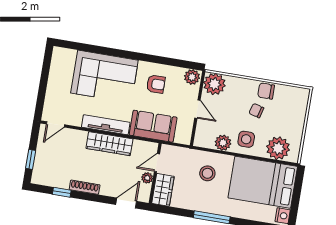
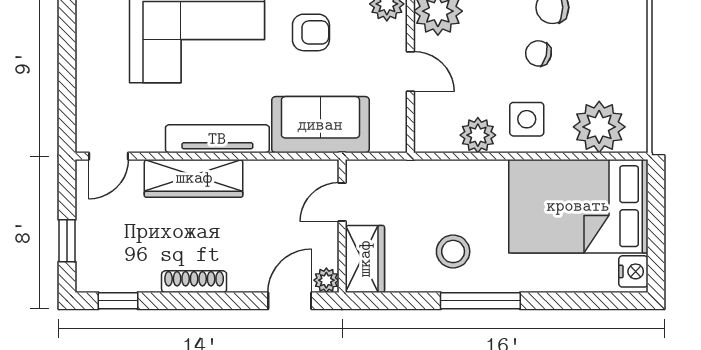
wardrobe: (109, 144) -> (194, 178), moved
stool: (207, 173) -> (453, 251), moved
plant: (147, 178) -> (326, 280), moved
window: (62, 192) -> (118, 301), moved

